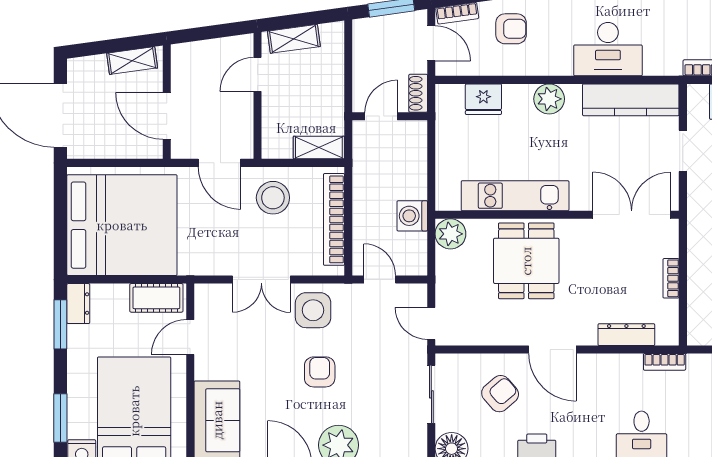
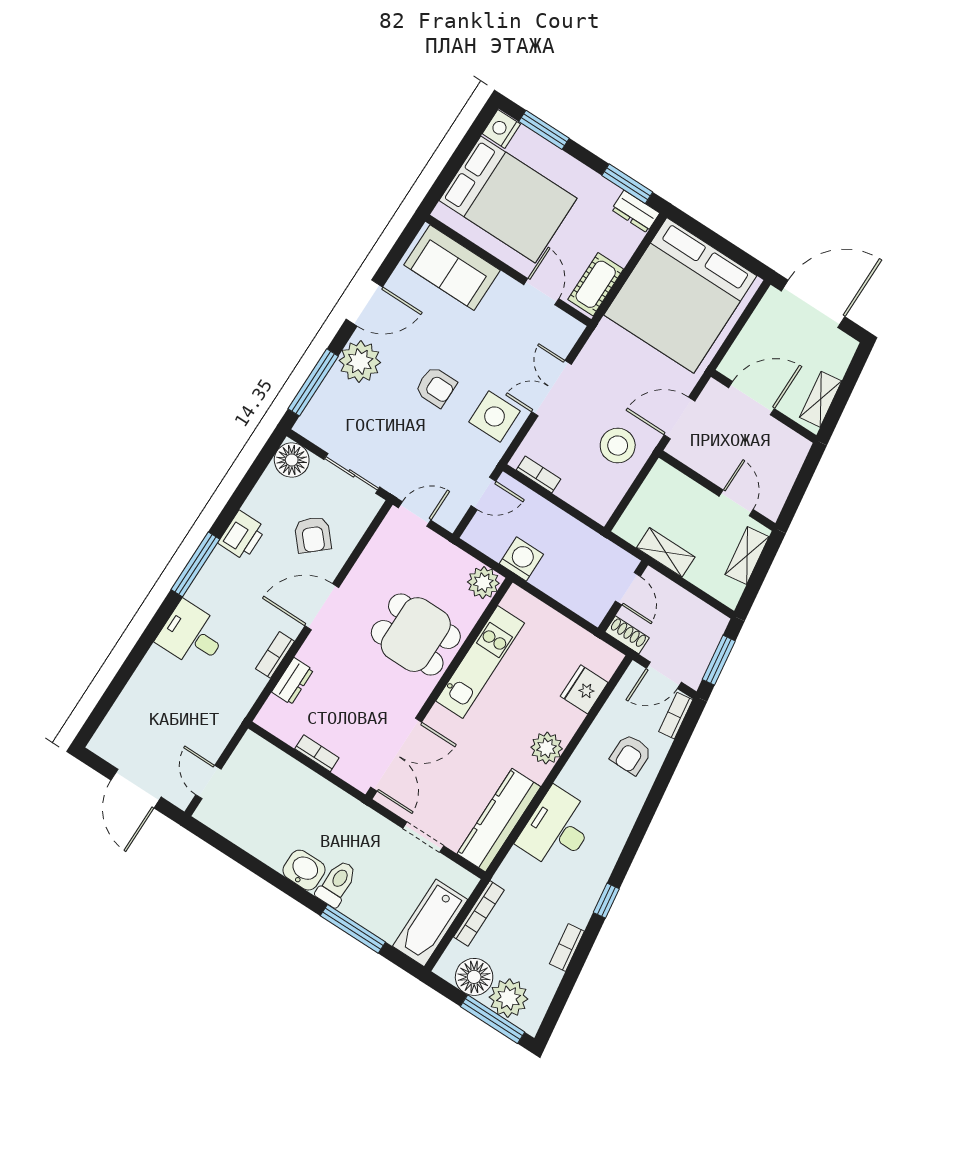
shelving: (319, 147) -> (666, 552), moved, turned 90
bookcase: (334, 219) -> (539, 475), width x0.43, depth x0.76
dresser: (626, 335) -> (293, 681), width x0.70
bookcase: (665, 362) -> (275, 655), moved

